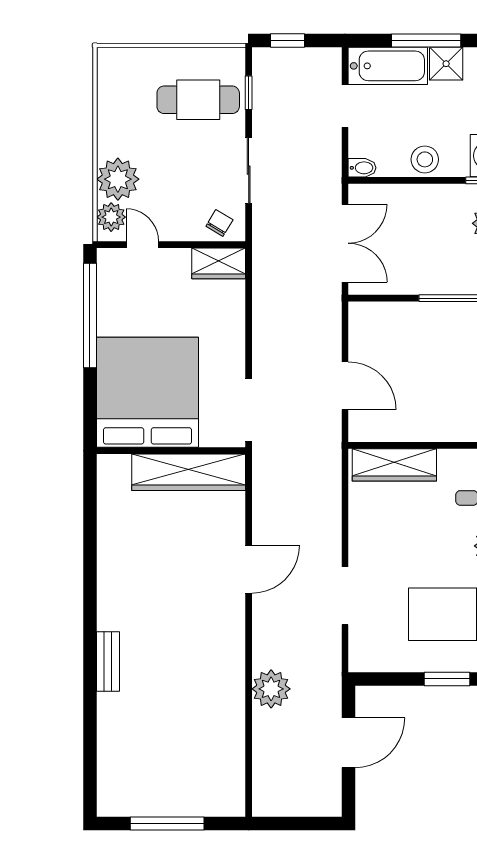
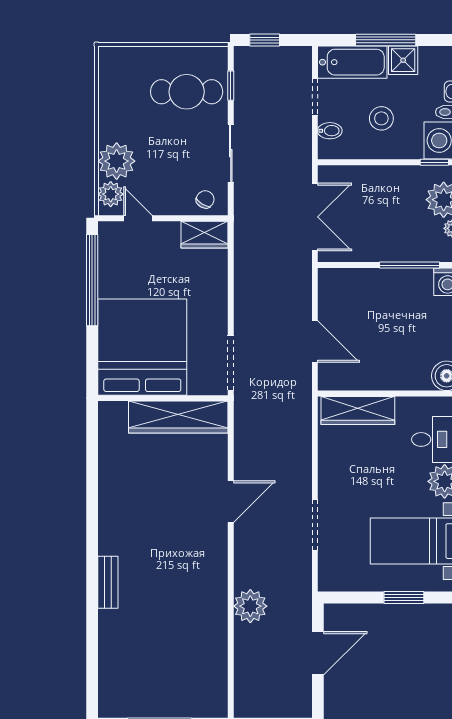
stool: (425, 159) -> (381, 118), moved
bidet: (362, 168) -> (330, 131), moved

